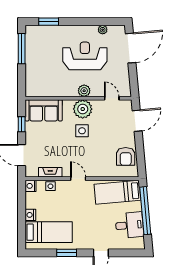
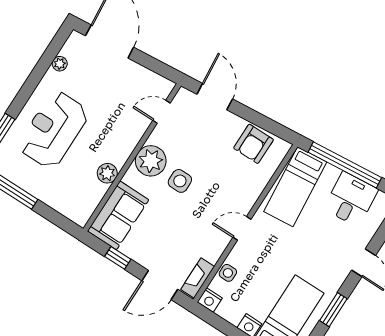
reception desk: (85, 56) -> (54, 130), moved
plant: (84, 91) -> (107, 173), moved
armchair: (126, 156) -> (254, 144), turned 90
fireplace: (50, 172) -> (198, 278), moved

